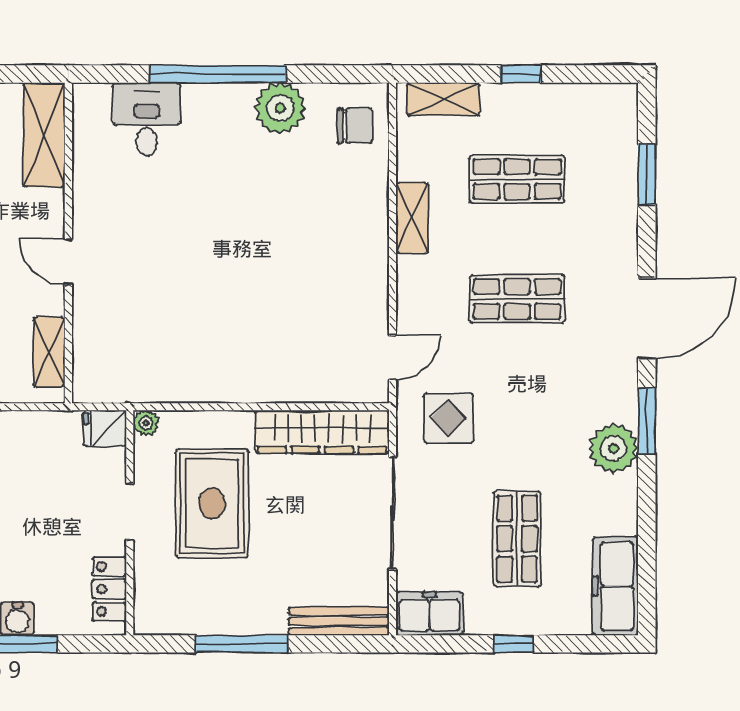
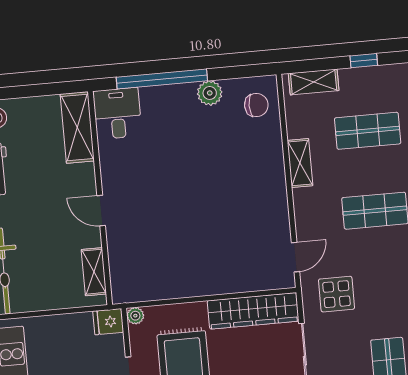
plant: (280, 108) -> (210, 93), width x0.73, depth x0.73
shelving: (44, 135) -> (77, 128), moved
wall: (68, 243) -> (100, 198), moved
door: (68, 262) -> (101, 211), moved
shelving: (49, 352) -> (94, 272), moved

